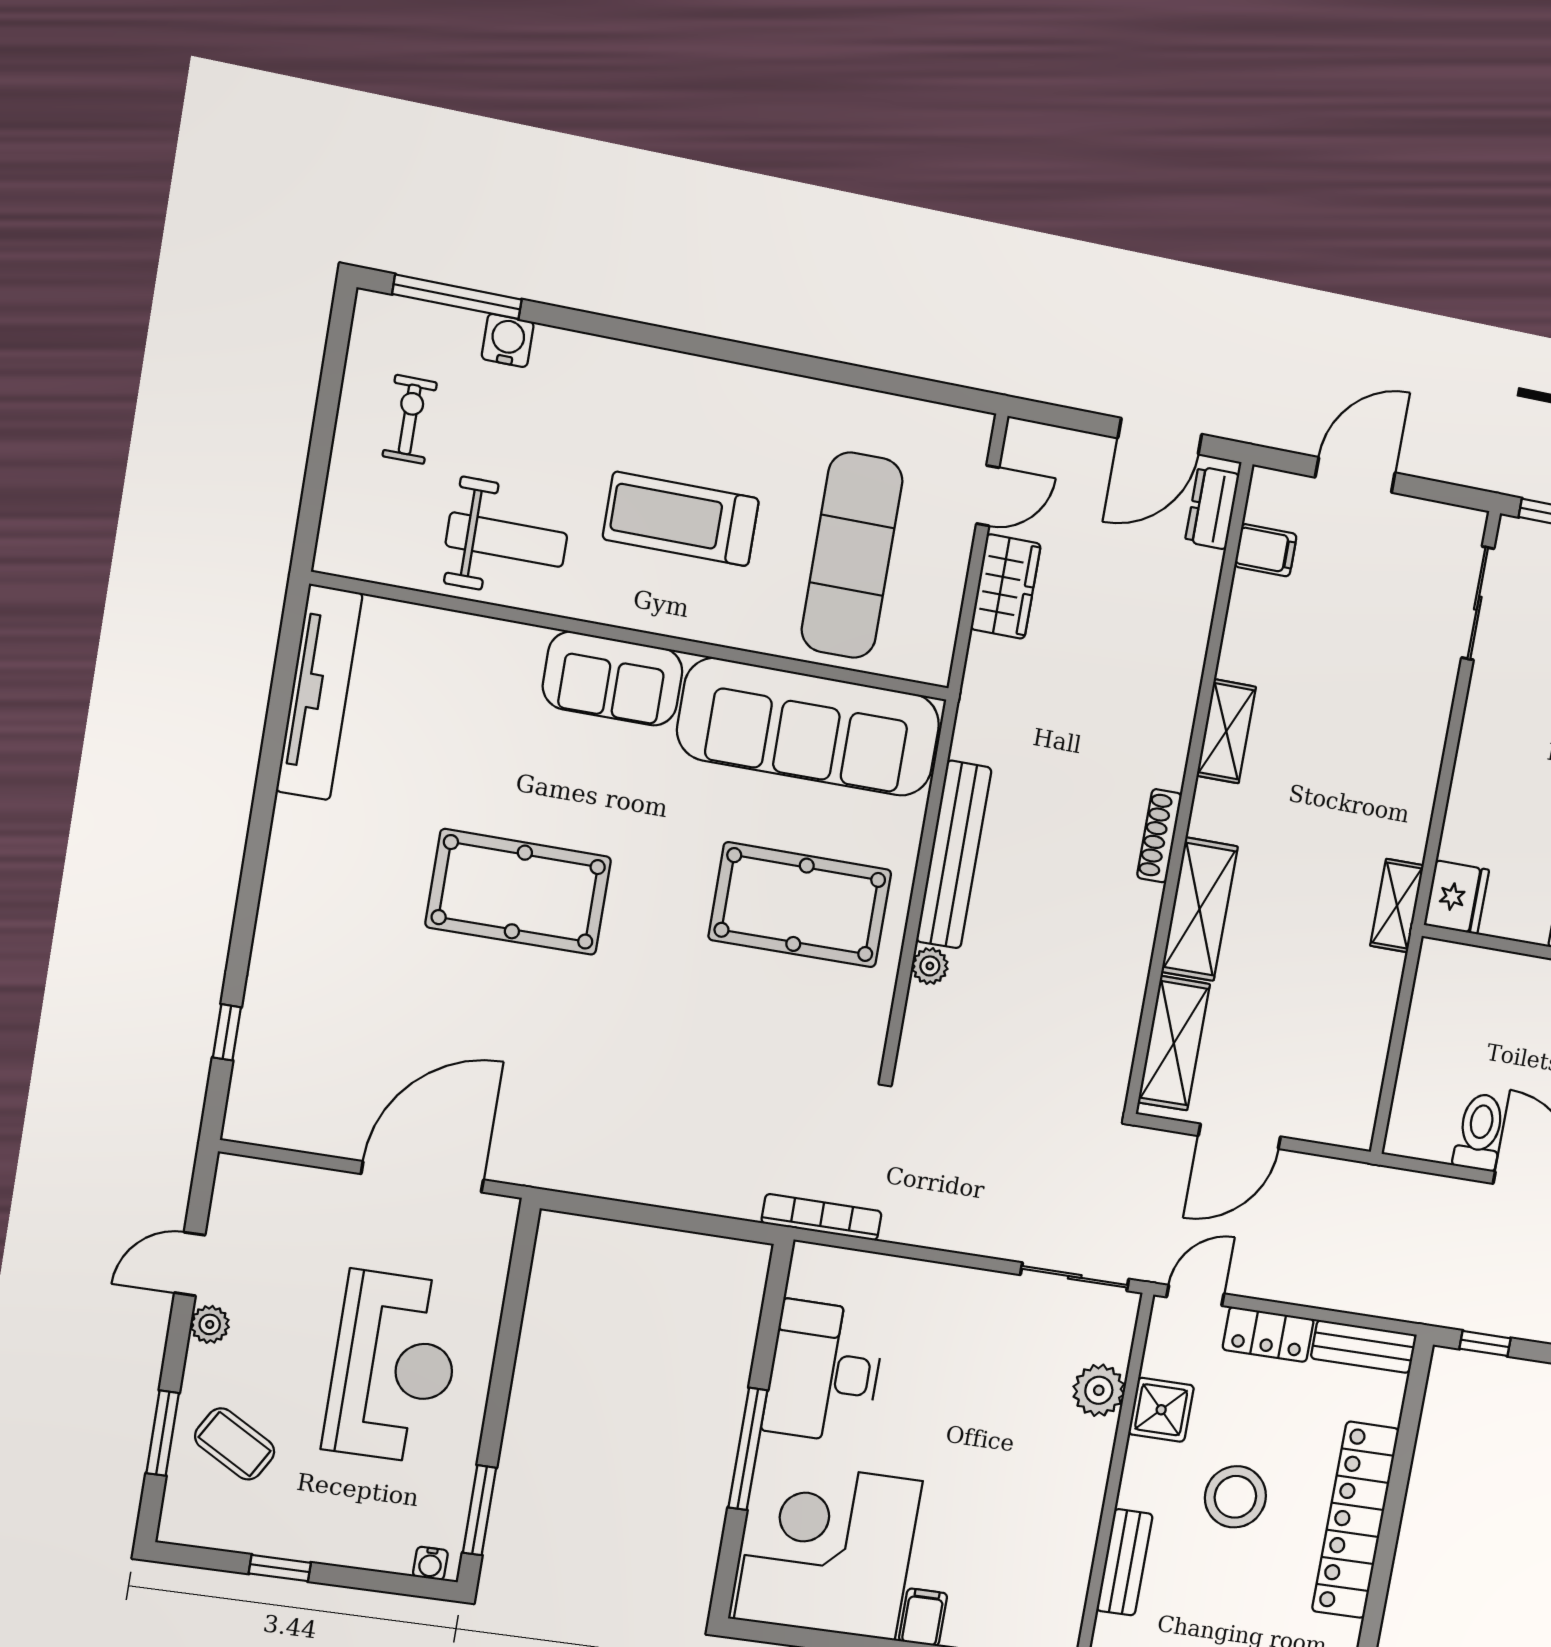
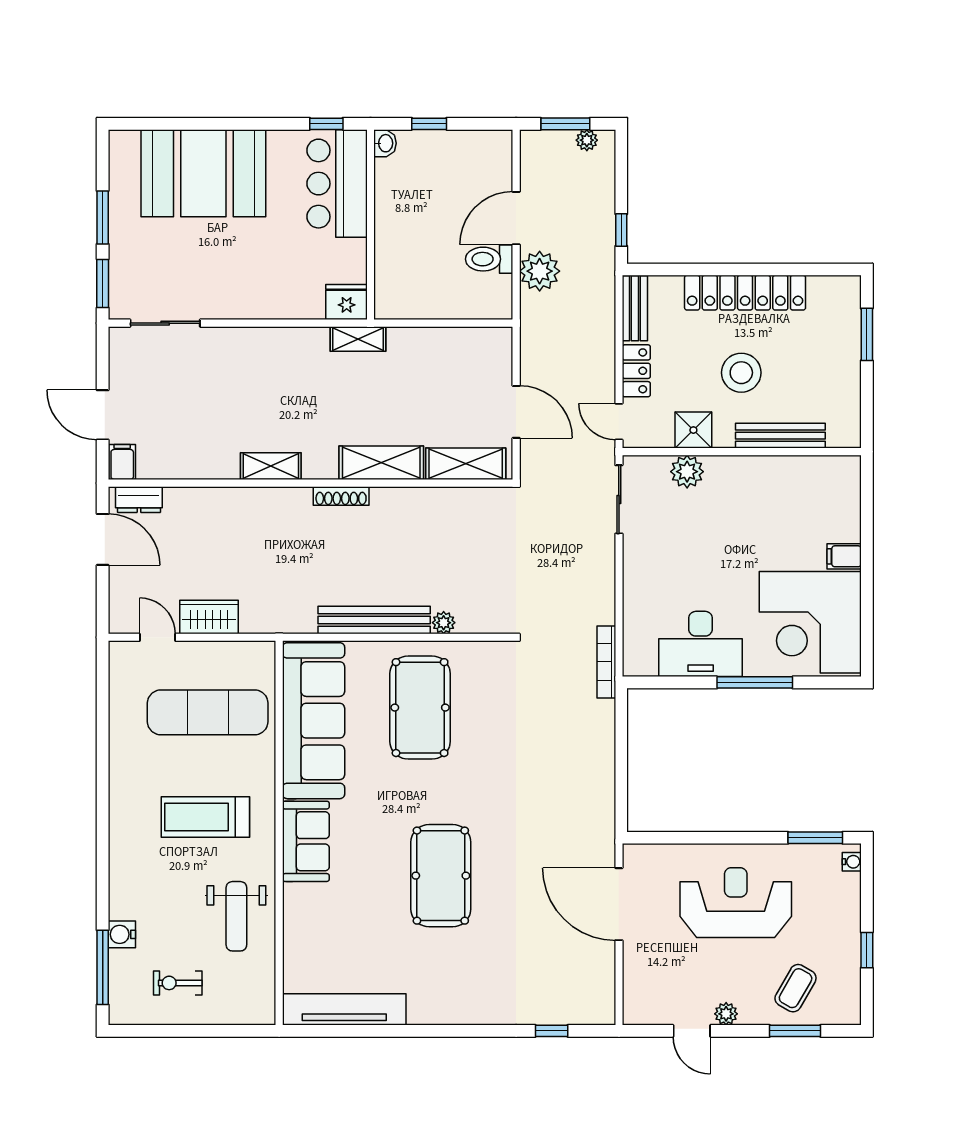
treadmill: (681, 519) -> (205, 817), turned 90
weight bench: (506, 540) -> (236, 916), turned 180
filing cabinet: (1266, 550) -> (122, 462), moved
plant: (1447, 1207) -> (540, 271), added
bench: (1125, 1562) -> (780, 436), width x1.36

